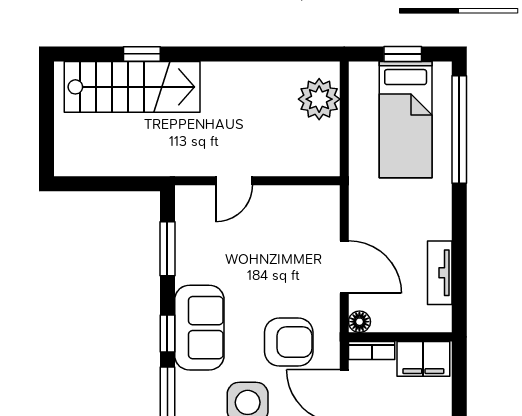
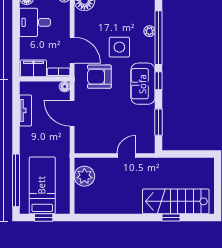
plant: (319, 99) -> (84, 176), moved

